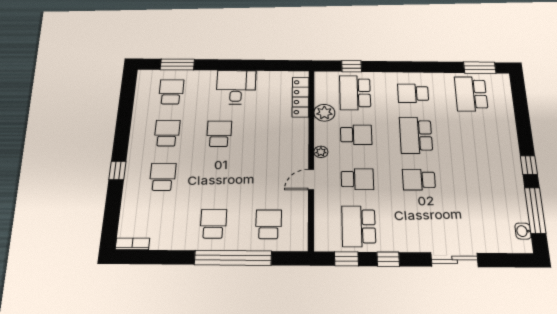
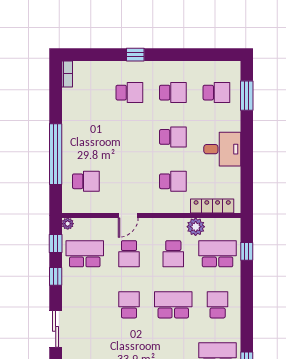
plant: (321, 152) -> (68, 224), moved
door: (311, 180) -> (128, 215), swing flipped
school desk: (213, 224) -> (173, 181), moved

